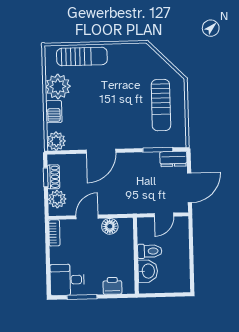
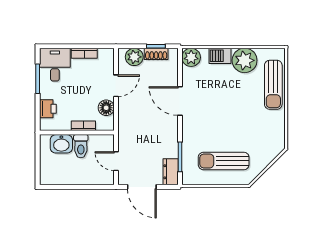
door: (87, 217) -> (116, 86), hinge flipped
bookcase: (54, 233) -> (84, 53), moved
bookcase: (129, 249) -> (83, 126), added

